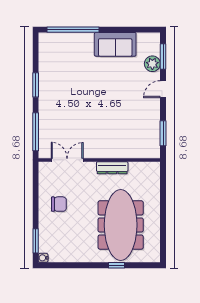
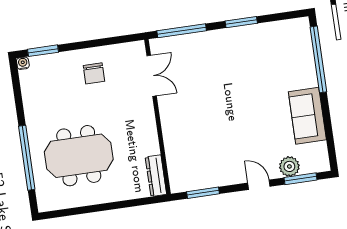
dresser: (112, 168) -> (156, 176), moved
meeting table: (121, 225) -> (79, 156), width x0.73
window: (116, 265) -> (27, 158), width x3.17

